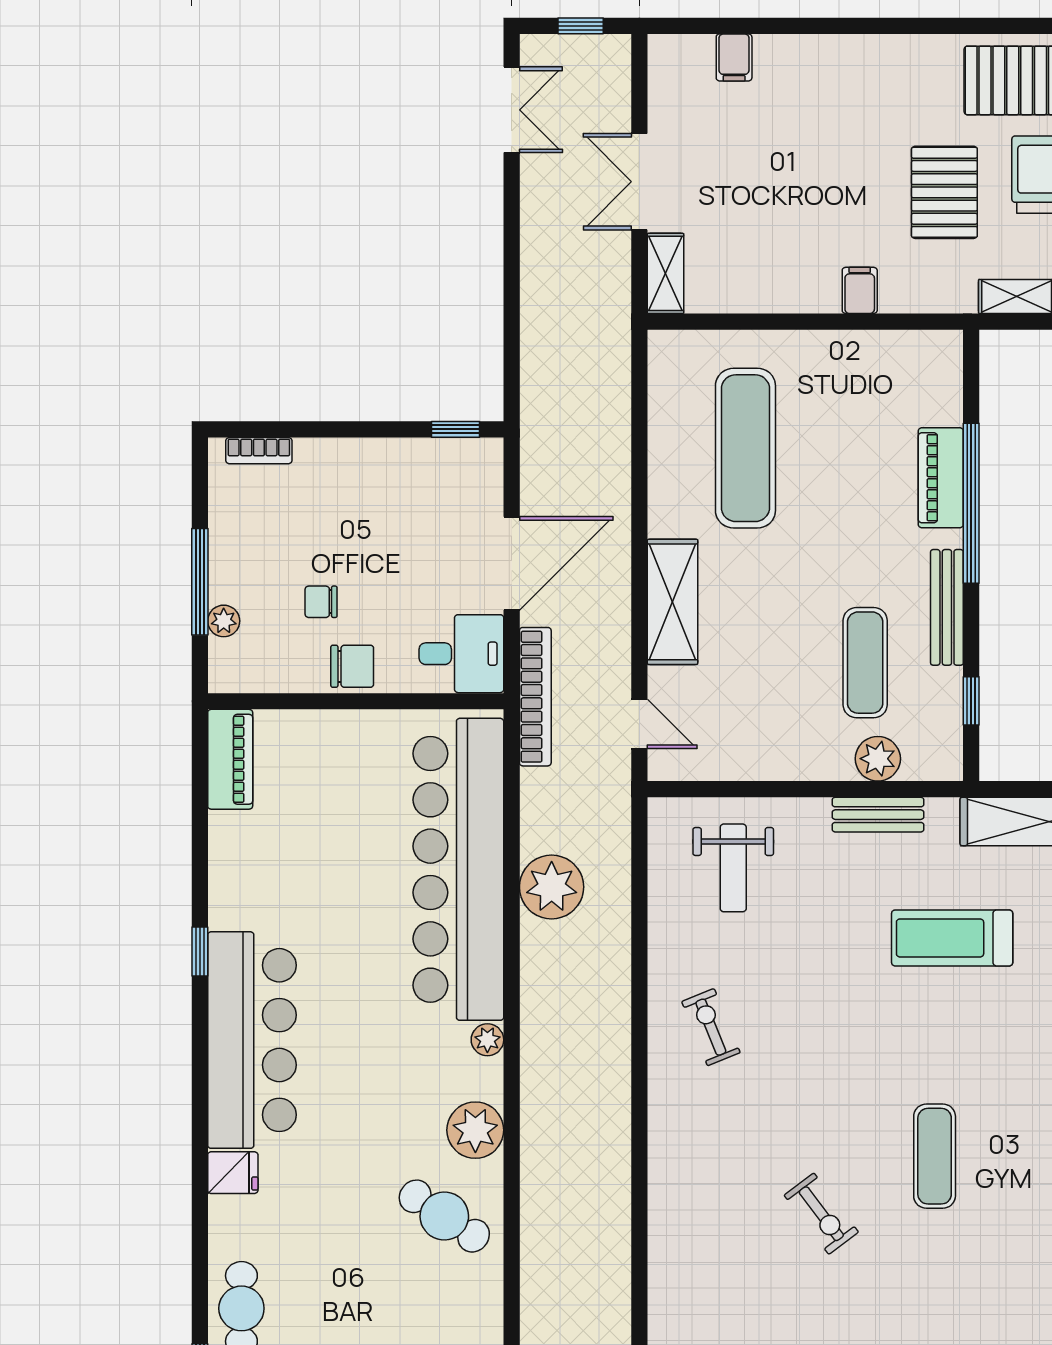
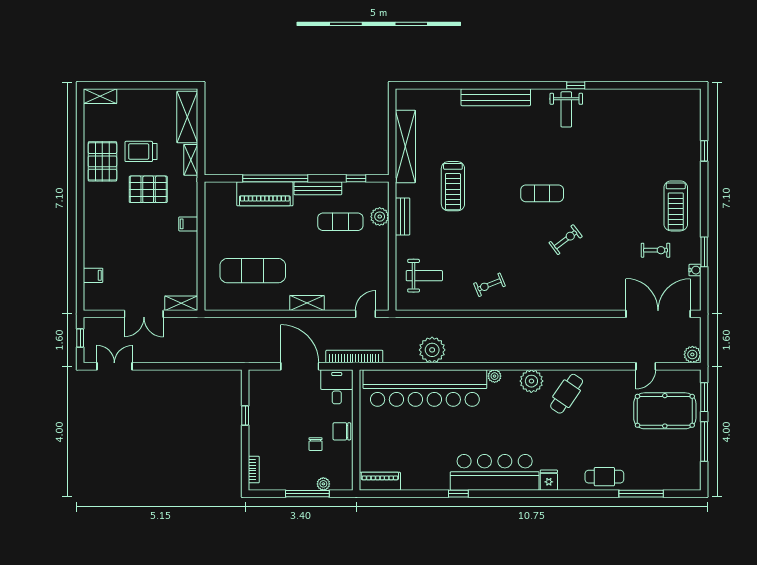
window: (456, 429) -> (245, 416), moved
piano: (941, 478) -> (265, 194), width x1.37, depth x1.33
shelving: (673, 602) -> (307, 303), width x0.67, depth x0.75
chair: (352, 666) -> (342, 431), turned -90

